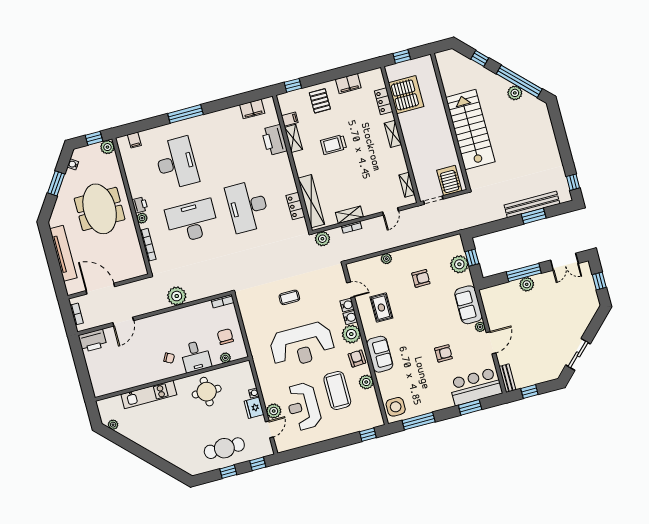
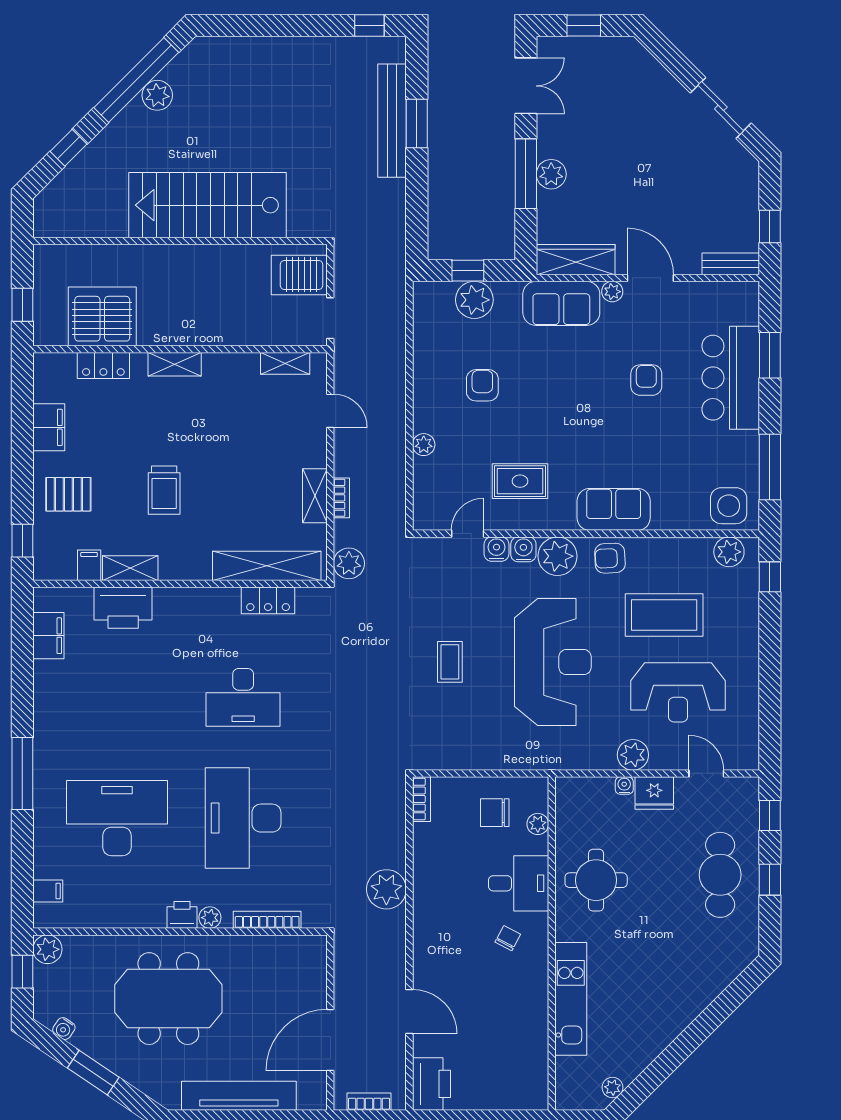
desk: (248, 206) -> (243, 697), width x0.73, depth x0.77
wardrobe: (490, 306) -> (576, 260), added
plant: (366, 382) -> (729, 552), moved
bar counter: (476, 387) -> (731, 378), moved
plant: (274, 411) -> (633, 755), moved

